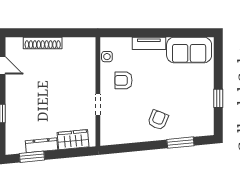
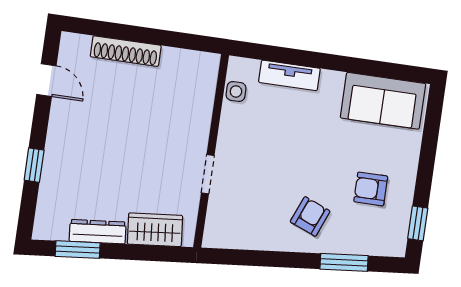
tv unit: (149, 43) -> (289, 75), moved
armchair: (124, 80) -> (371, 189), moved
window: (218, 98) -> (418, 223), moved

